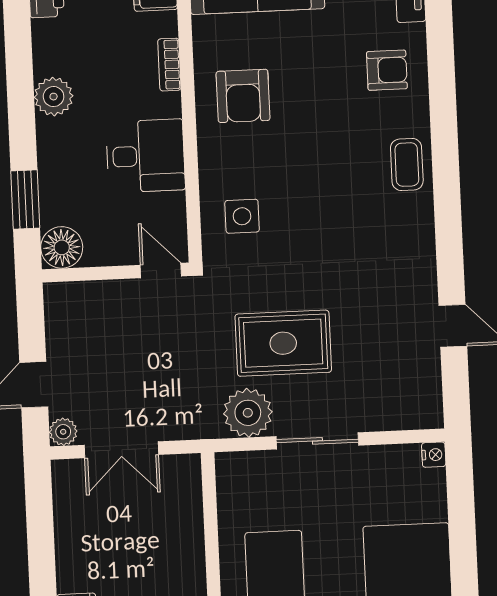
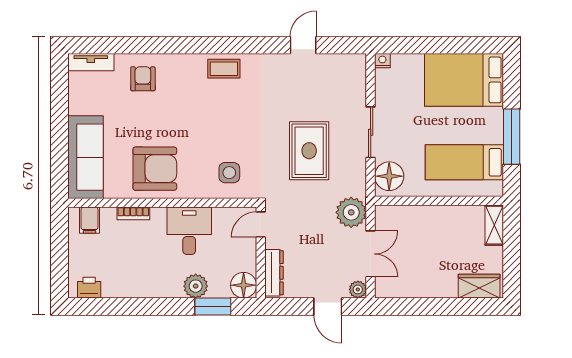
armchair: (243, 96) -> (155, 169), width x1.36, depth x1.36
plant: (54, 97) -> (196, 286), moved
coffee table: (407, 165) -> (224, 69), moved
dresser: (84, 296) -> (274, 273), added
plant: (248, 413) -> (351, 212), moved
floor lamp: (248, 474) -> (389, 176), added

